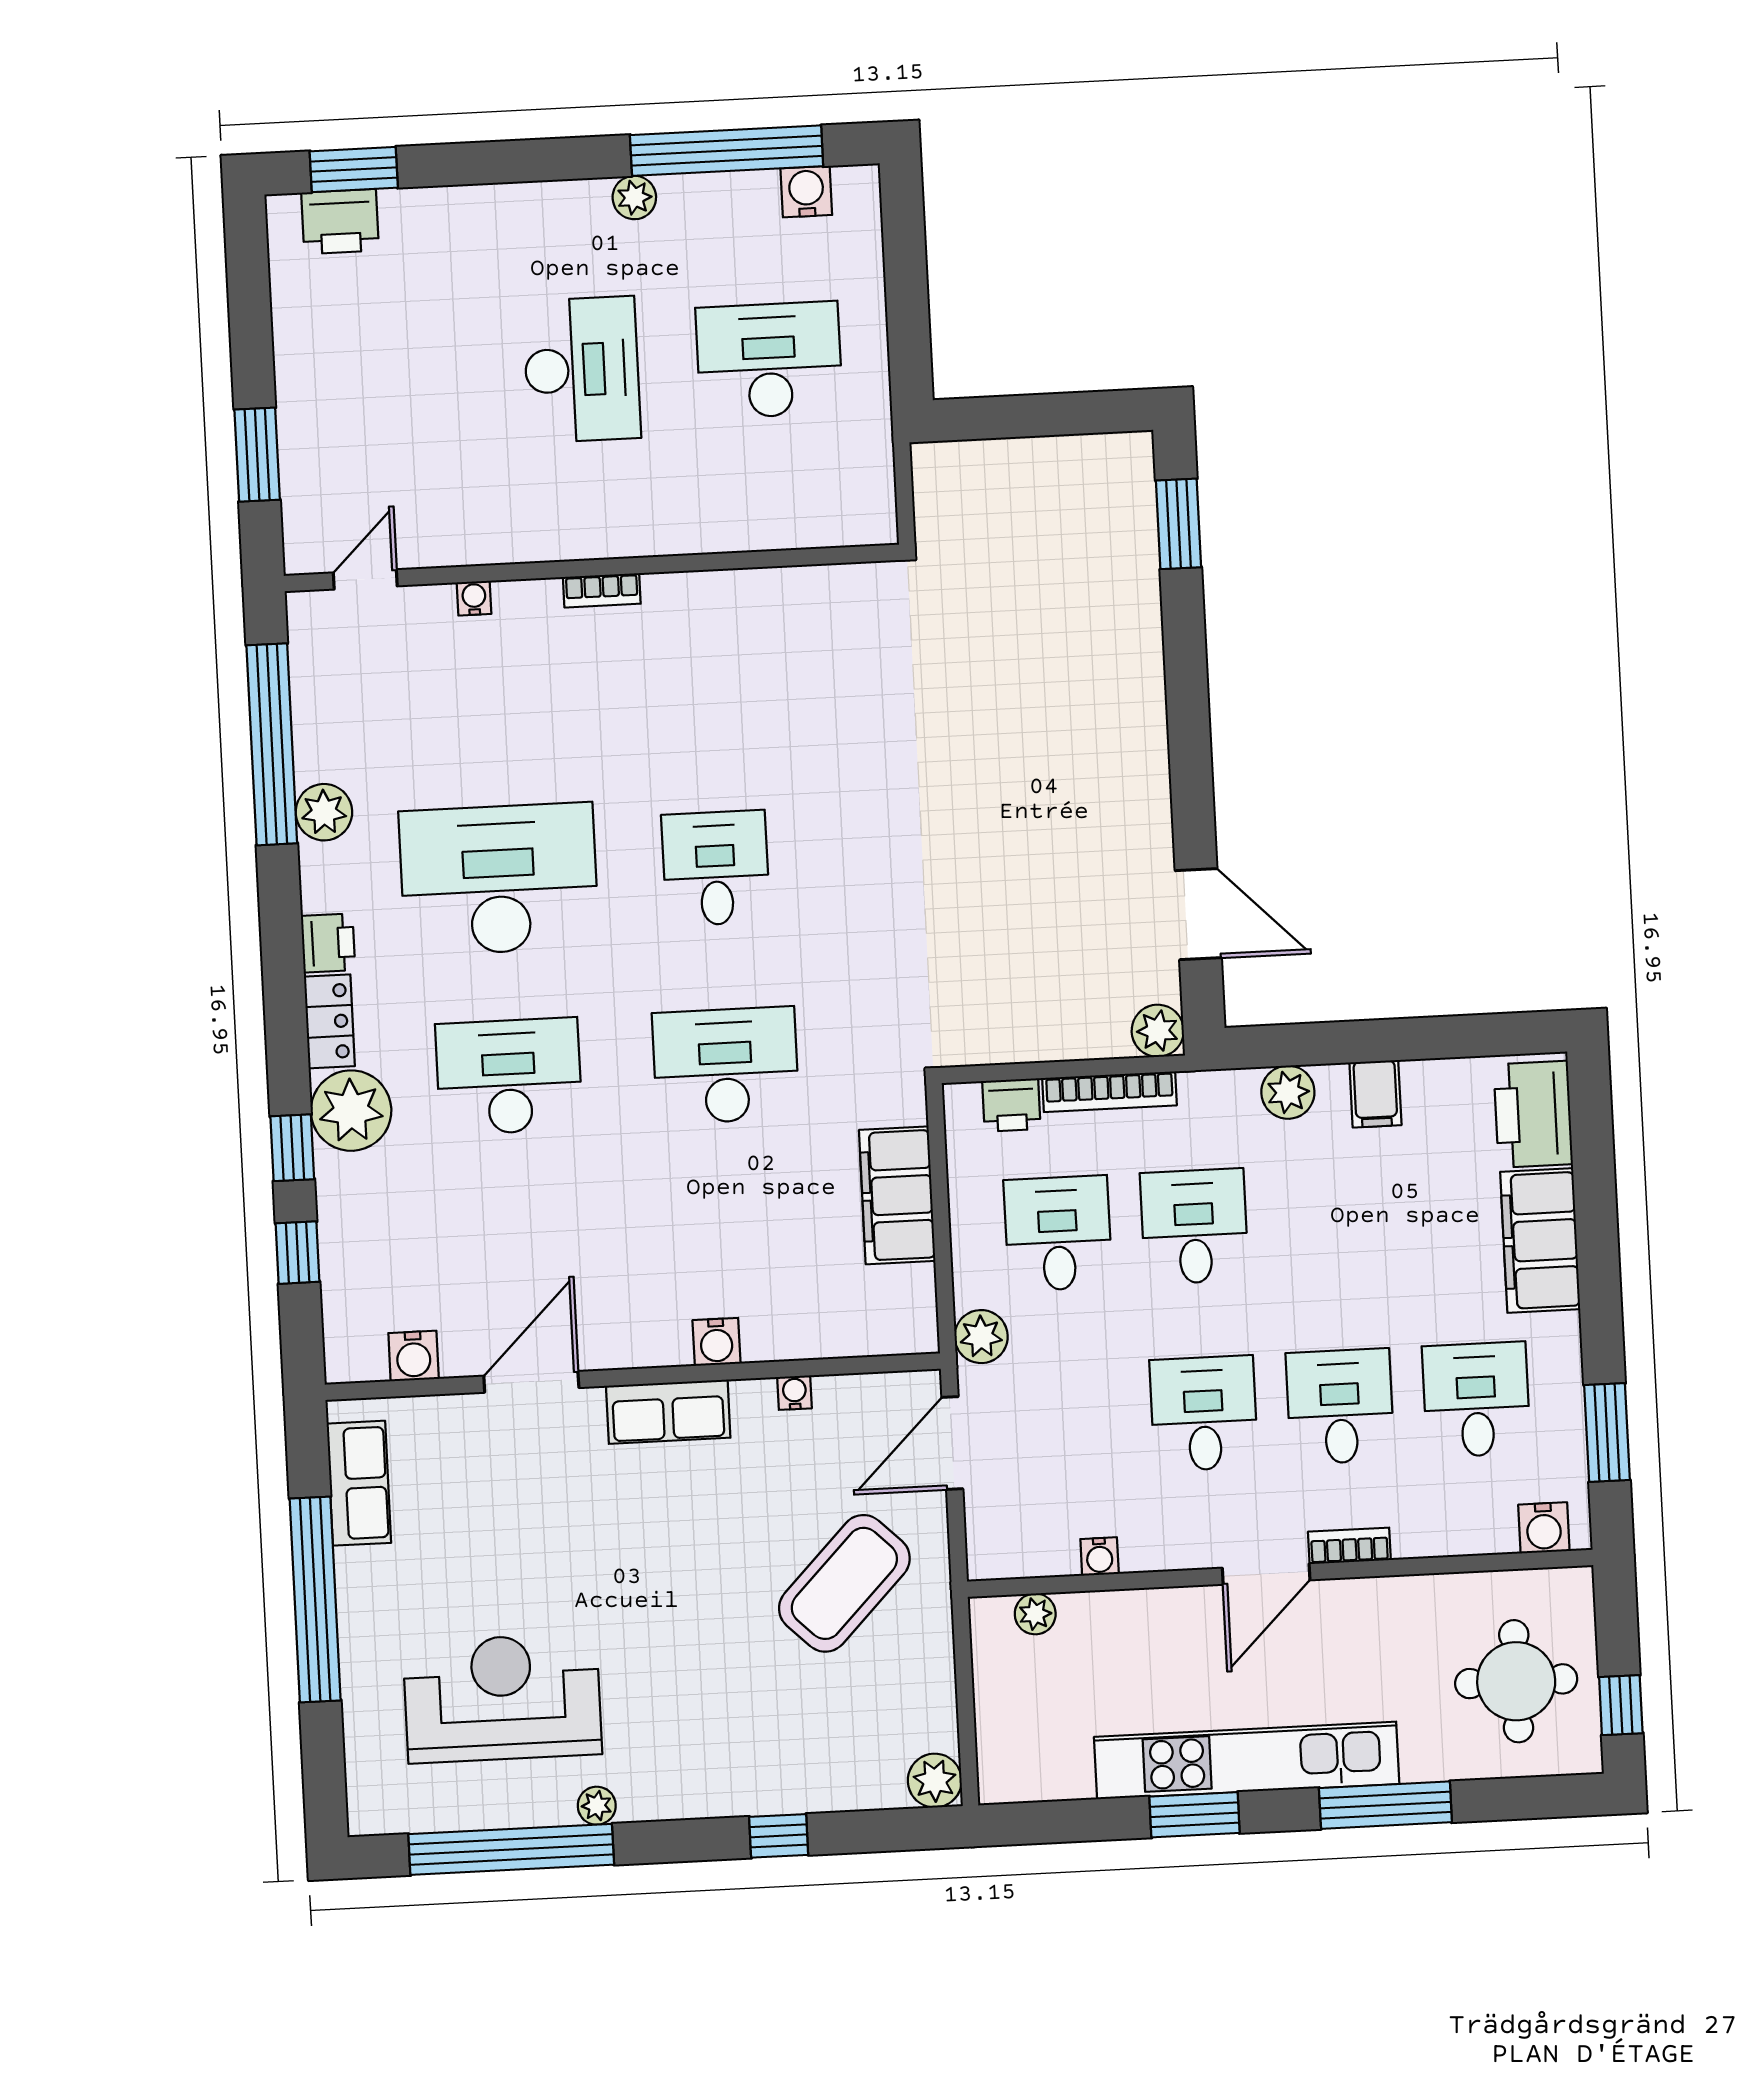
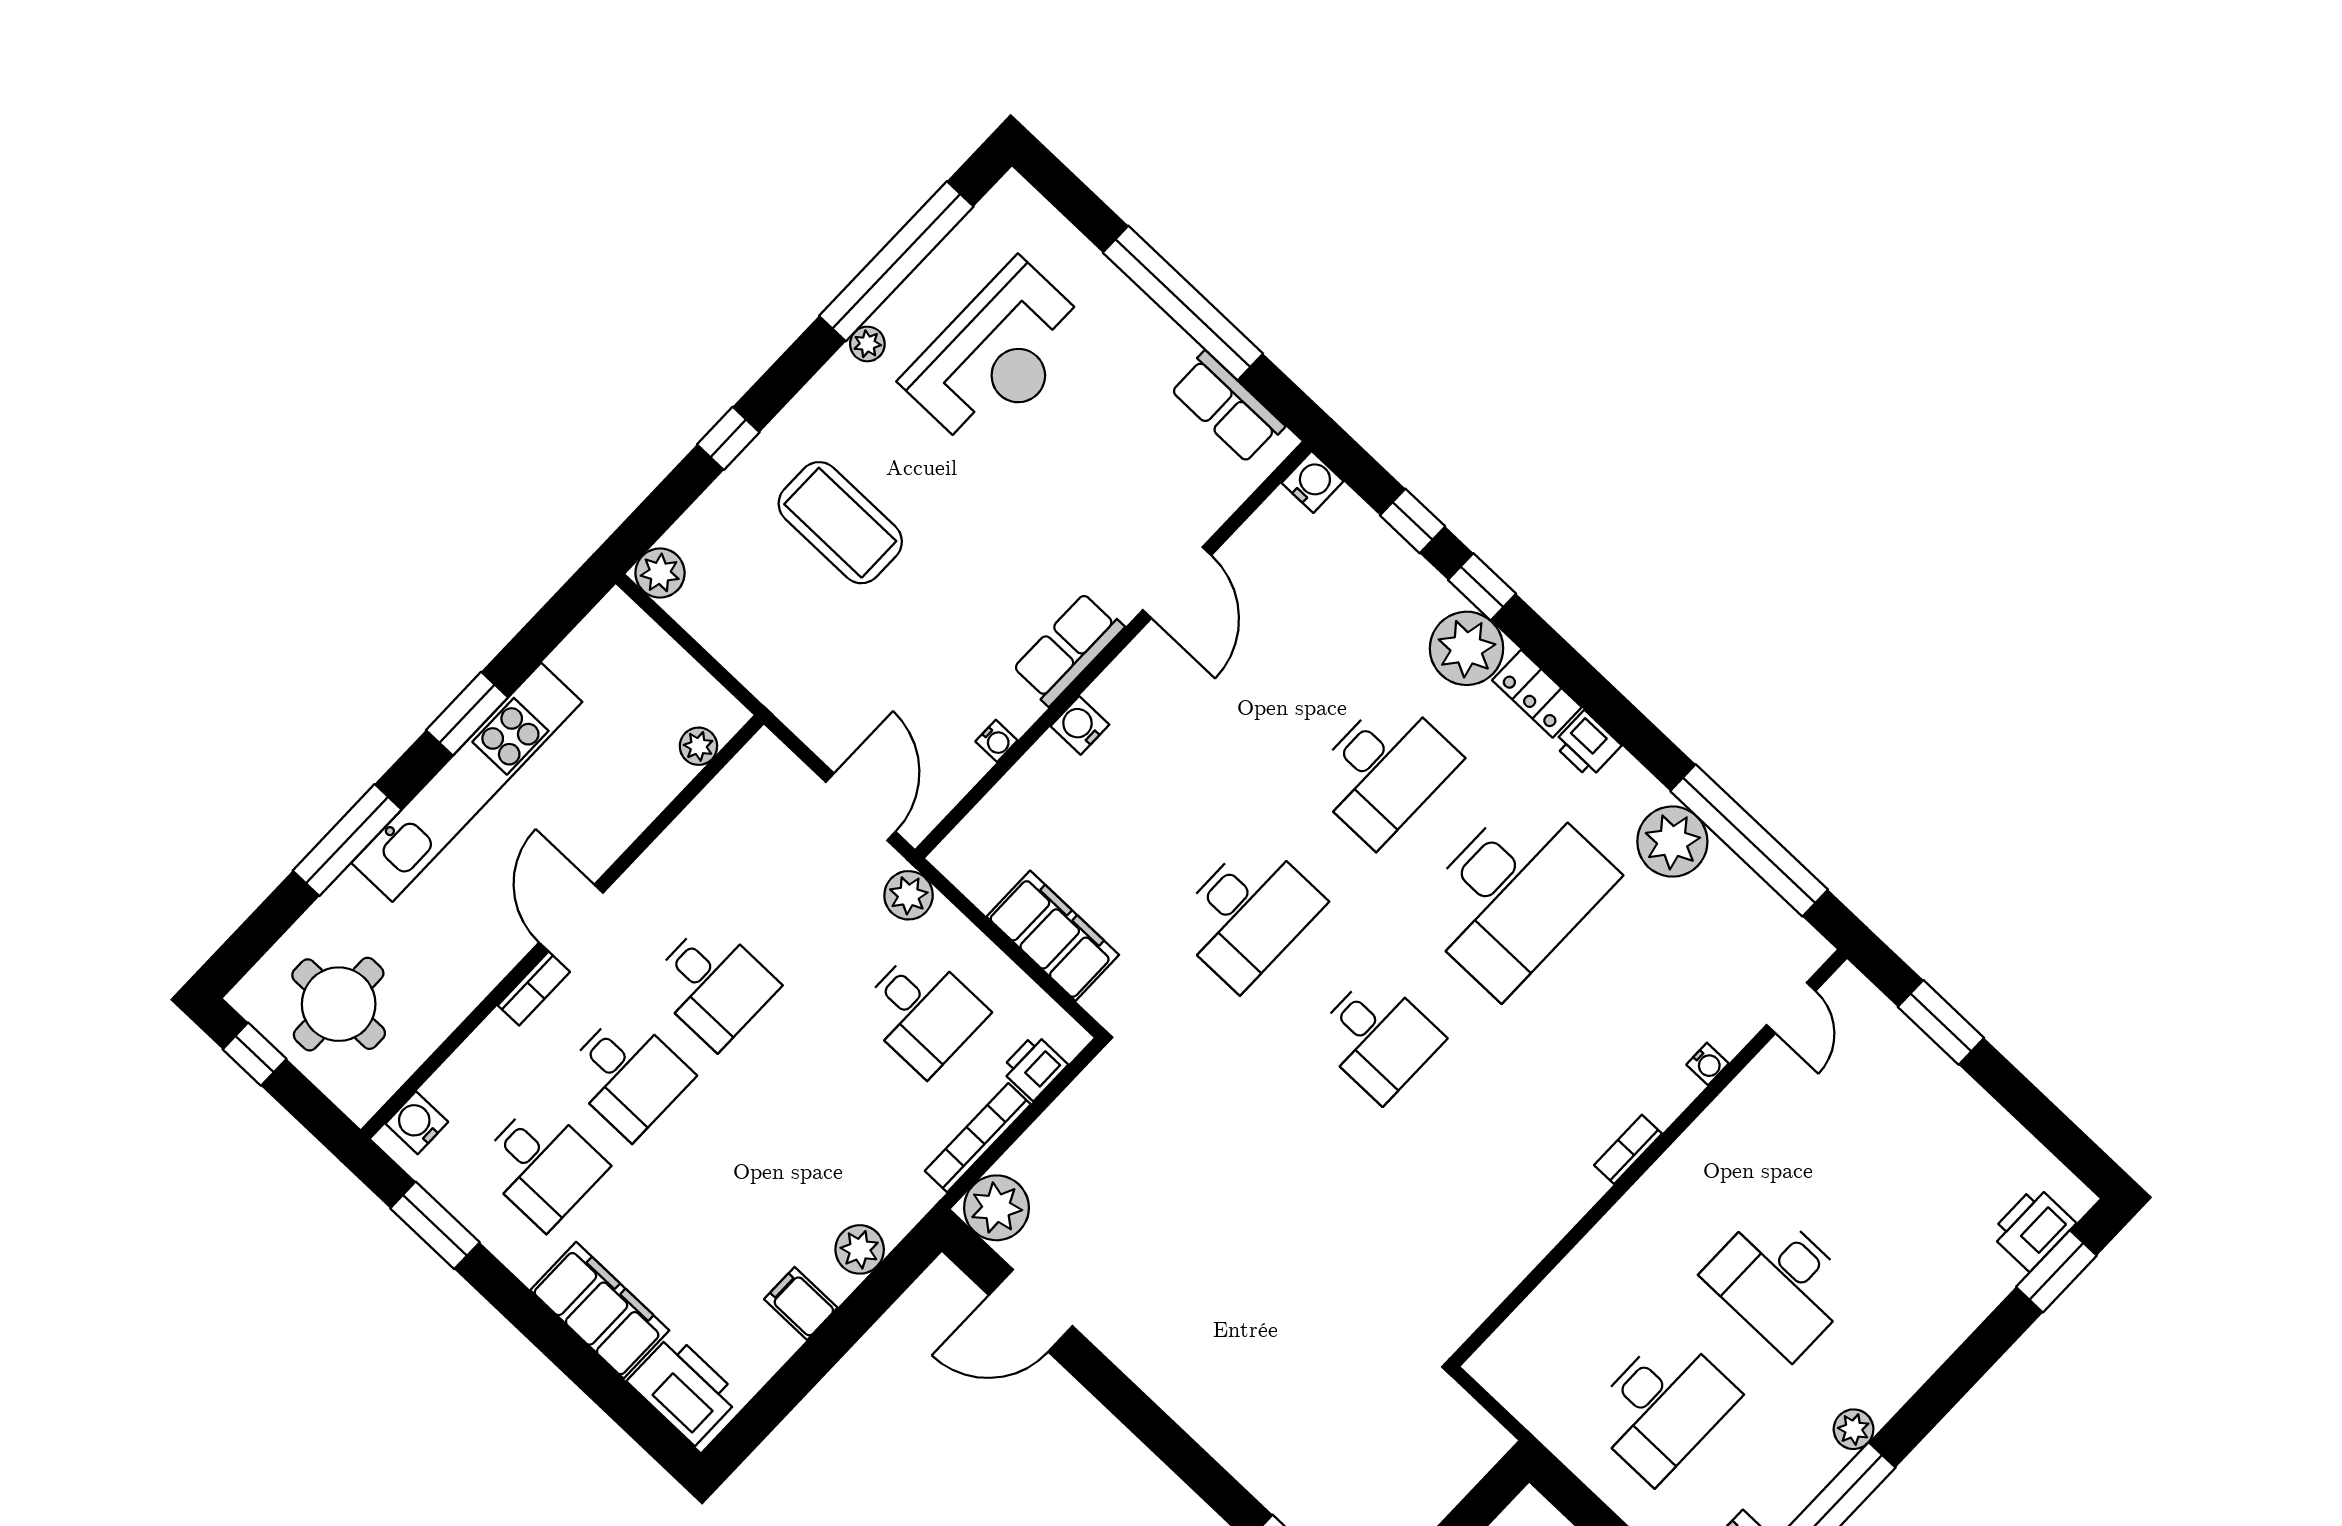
plant: (324, 812) -> (1672, 842), width x1.36, depth x1.36
plant: (1158, 1031) -> (996, 1208), width x1.36, depth x1.36
desk: (1194, 1226) -> (837, 1102), removed
water cooler: (414, 1356) -> (1312, 482), moved, turned 90
water cooler: (1100, 1556) -> (692, 825), removed
coffee table: (844, 1583) -> (840, 523), moved, turned -44

